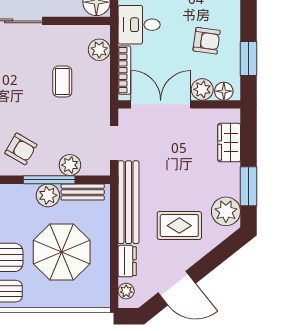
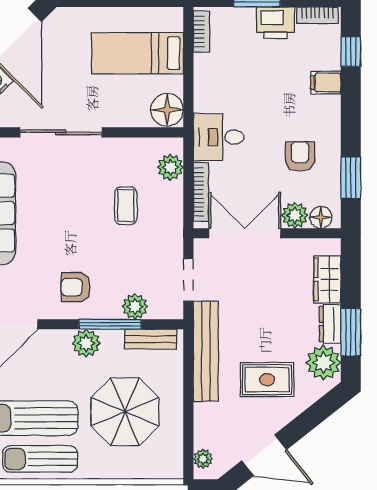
armchair: (207, 41) -> (300, 156), turned -98
armchair: (21, 149) -> (76, 287), turned 150
plant: (48, 195) -> (86, 343), moved
dresser: (127, 261) -> (330, 324), moved, turned 180

